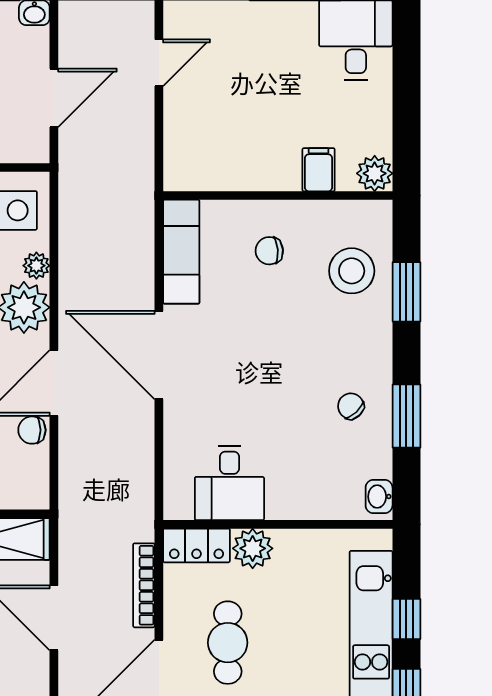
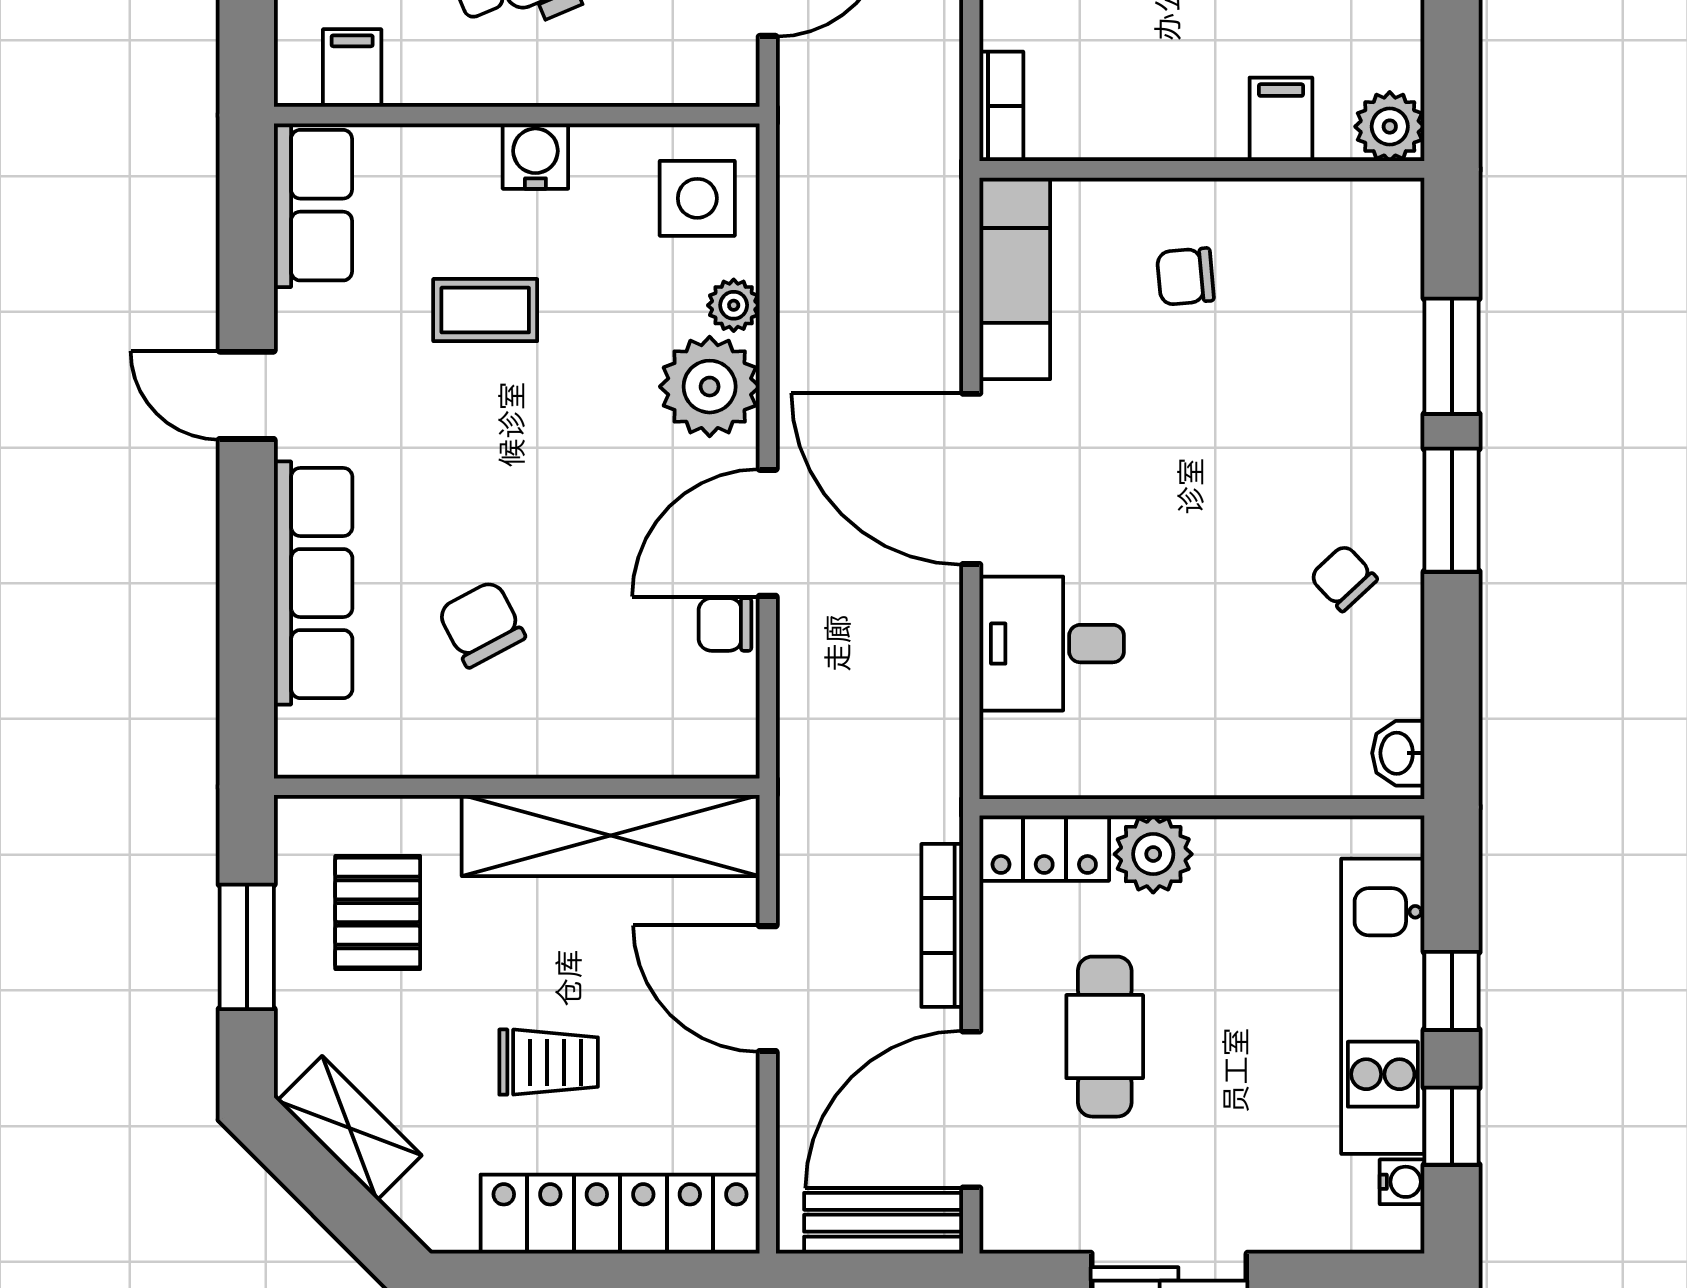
bookcase: (174, 163) -> (1001, 106), added
stool: (352, 271) -> (1345, 315), removed
window: (406, 416) -> (1452, 510), moved
desk: (229, 483) -> (1052, 644), moved, turned 90

